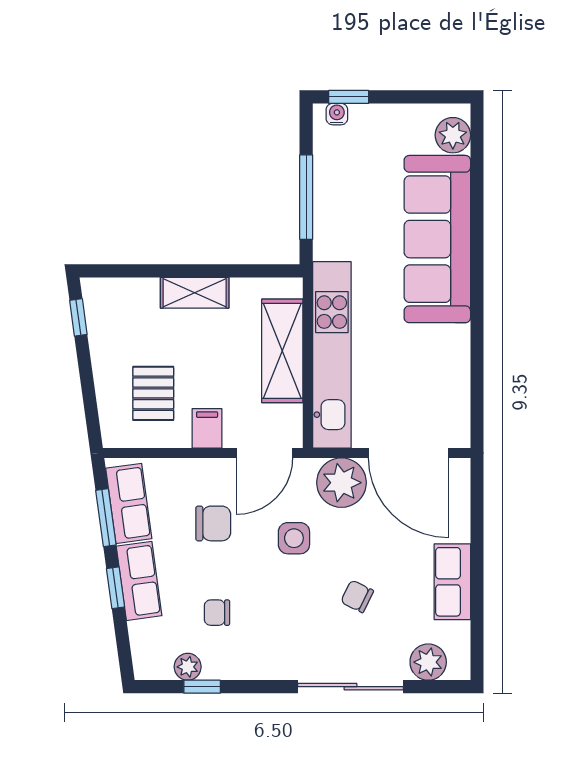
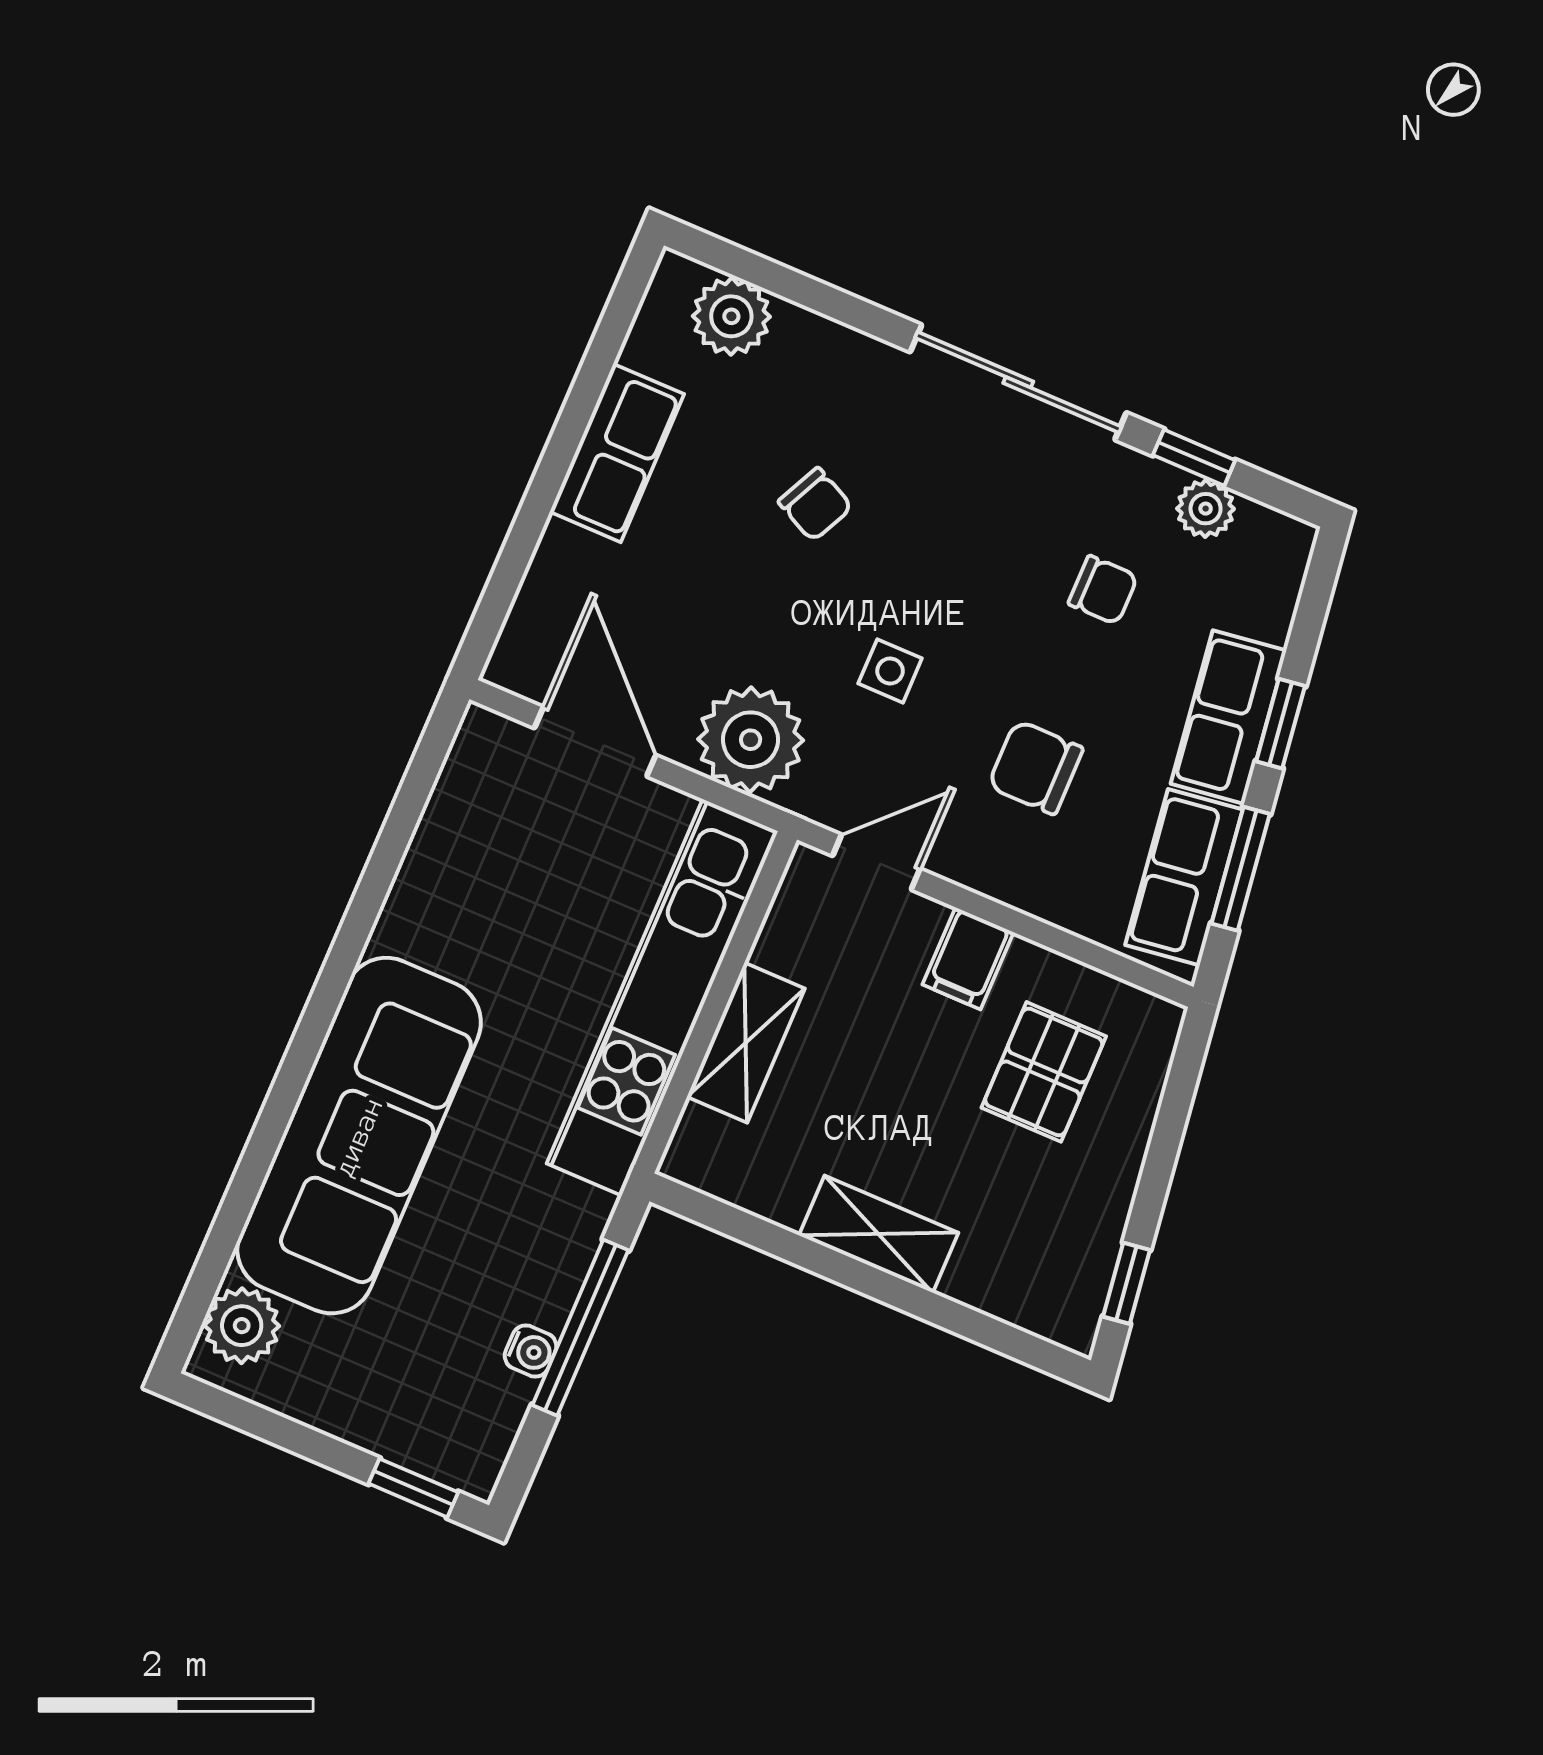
water cooler: (337, 114) -> (531, 1351), moved, turned -90
shelving: (282, 351) -> (746, 1043), width x0.67, depth x0.75
door: (264, 453) -> (876, 862), width x0.73
door: (408, 453) -> (595, 742), width x0.73
side table: (294, 538) -> (890, 671), width x0.73, depth x0.73
sliding door: (351, 687) -> (1018, 382), moved

